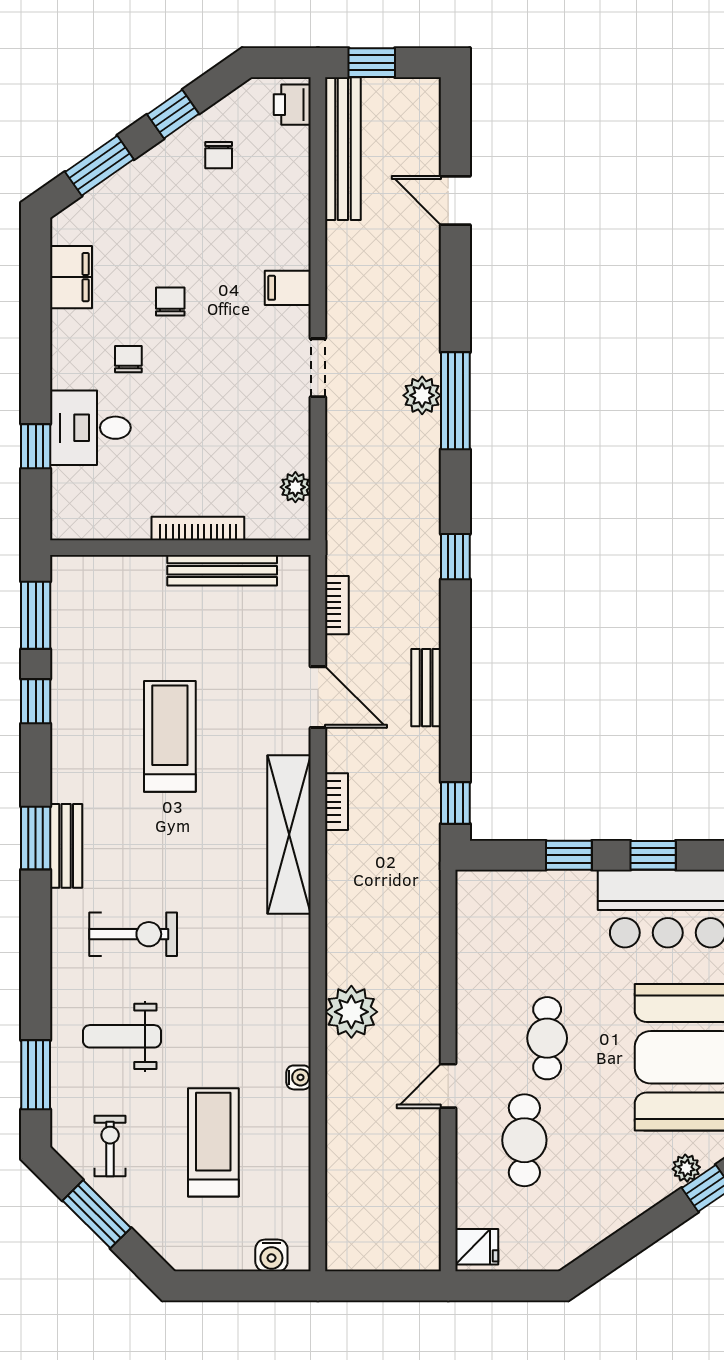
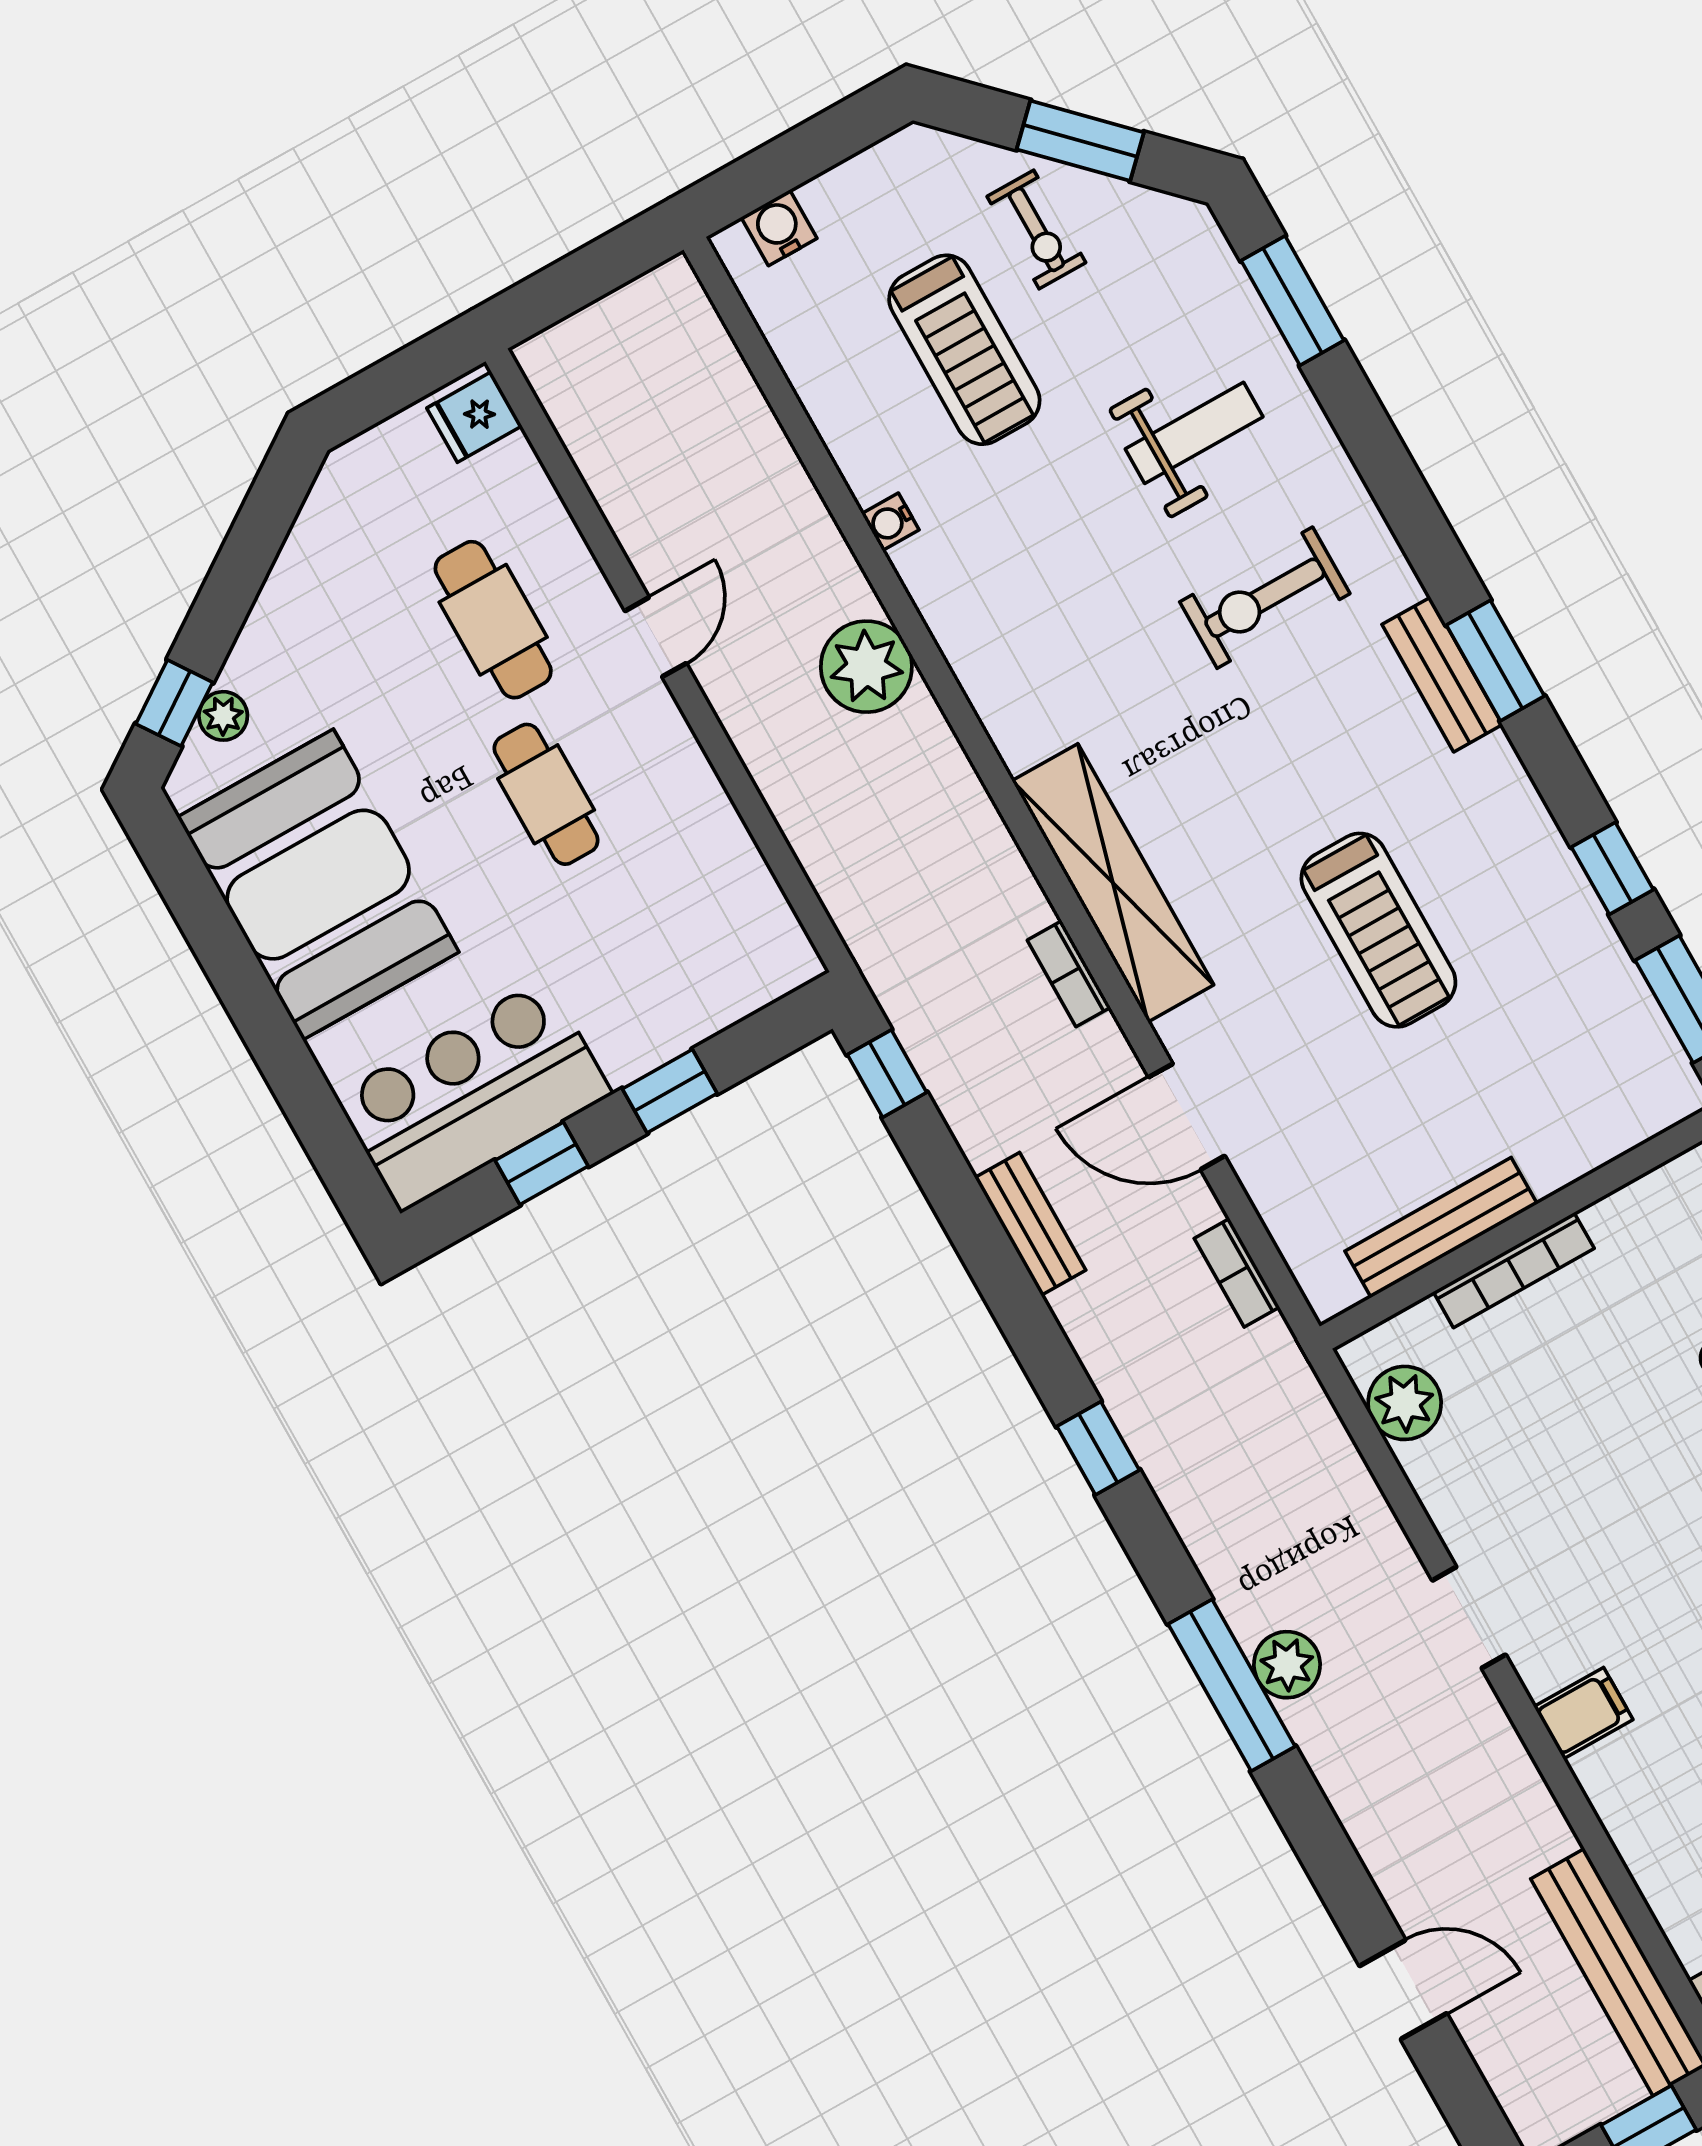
plant: (295, 487) -> (1405, 1403), width x1.38, depth x1.38
exercise bike: (110, 1146) -> (1036, 229), moved

